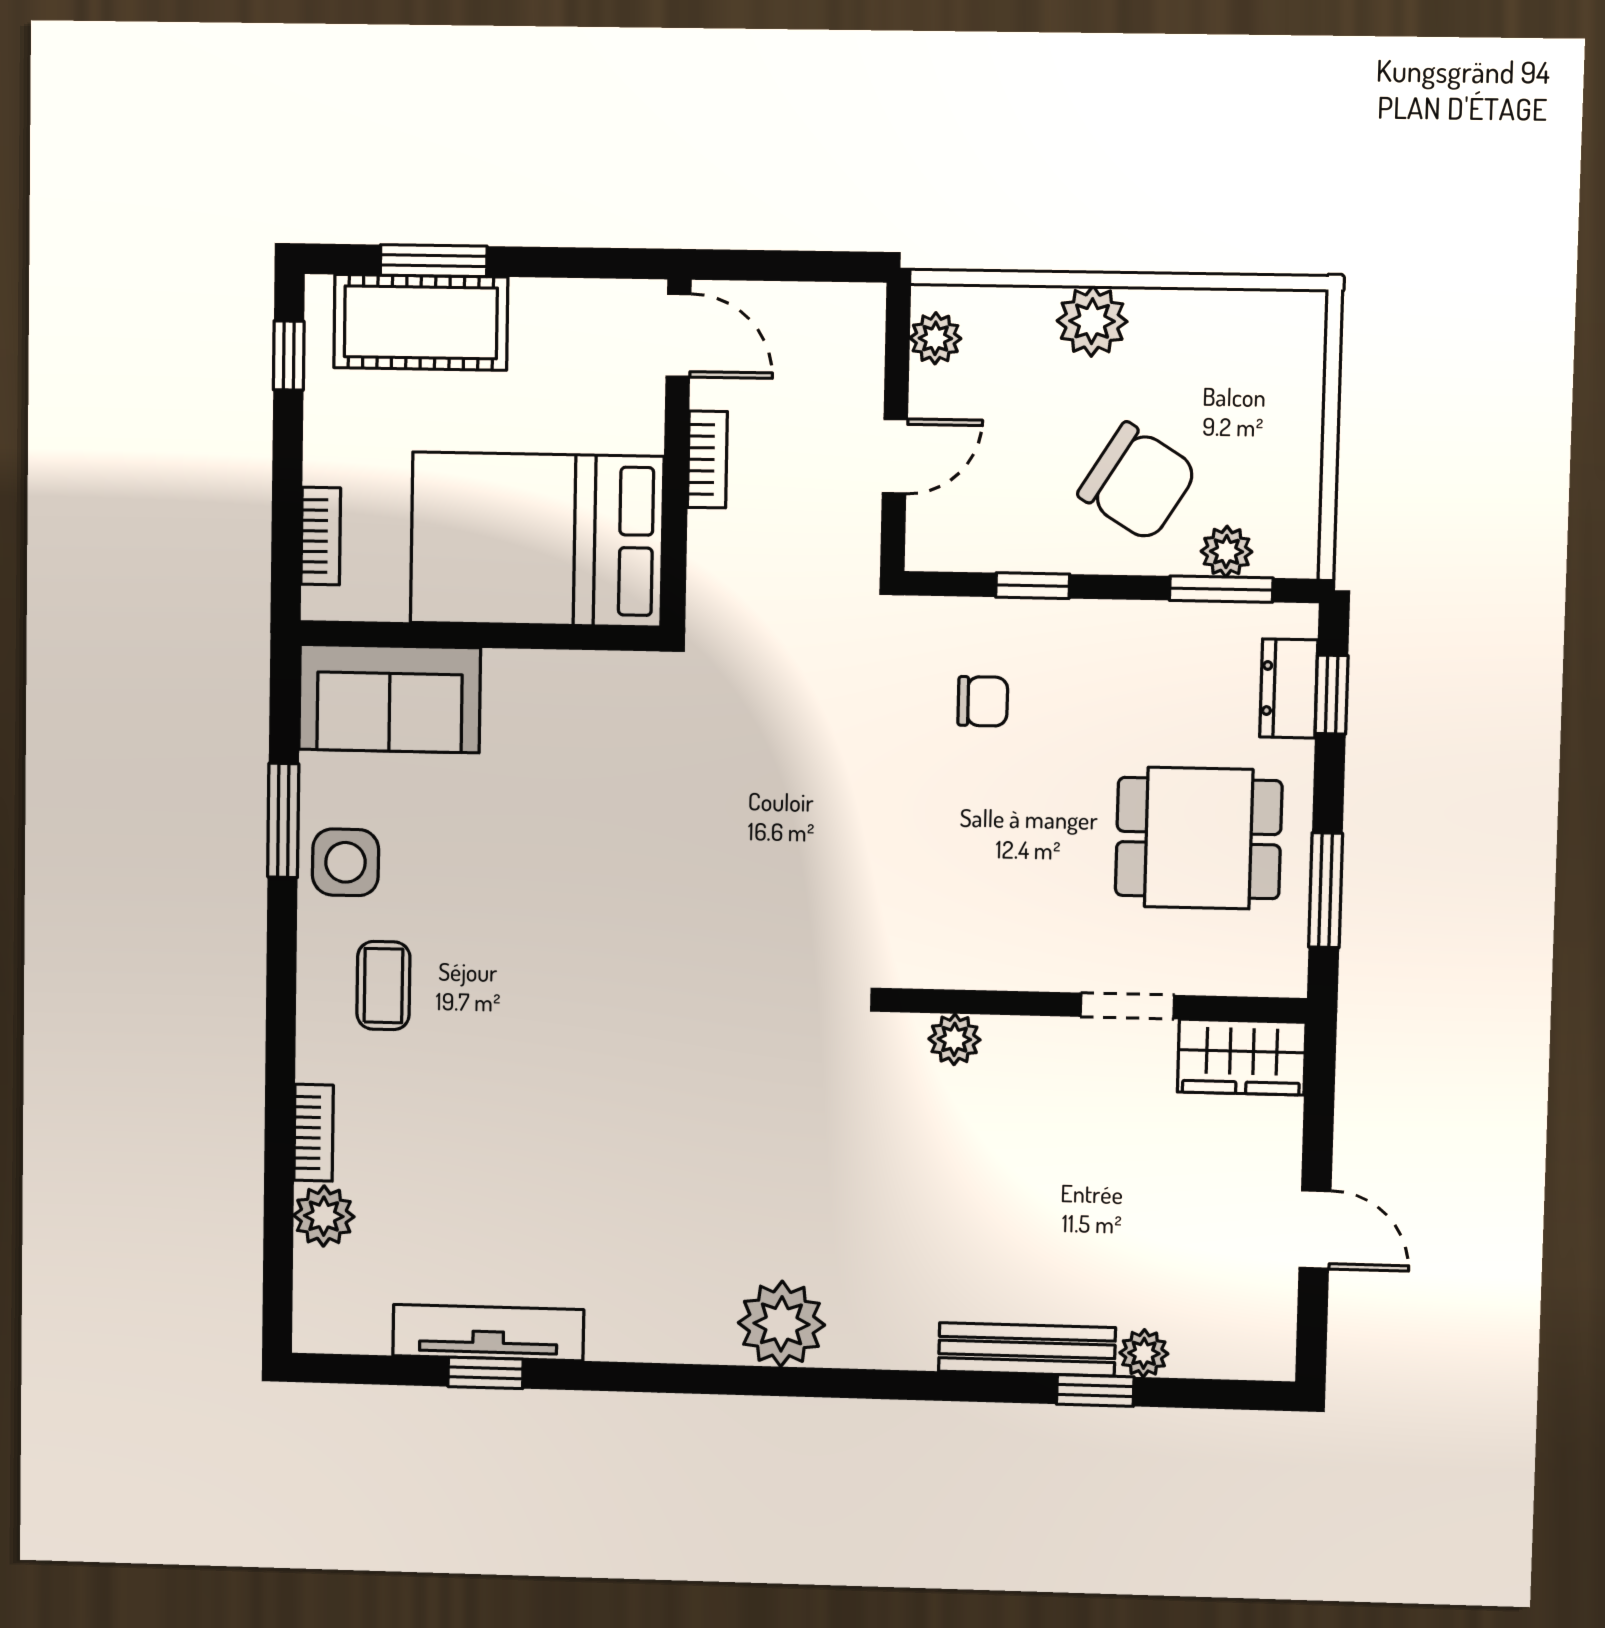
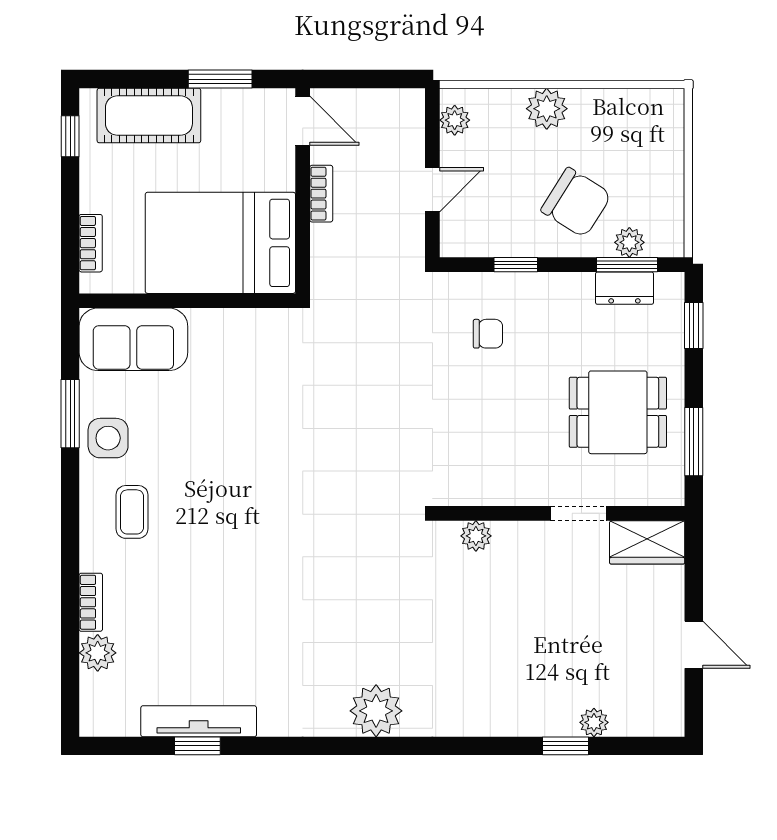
window: (434, 261) -> (220, 79), moved
dresser: (1289, 688) -> (624, 288), moved, turned -90
bench: (1027, 1349) -> (524, 722), removed

